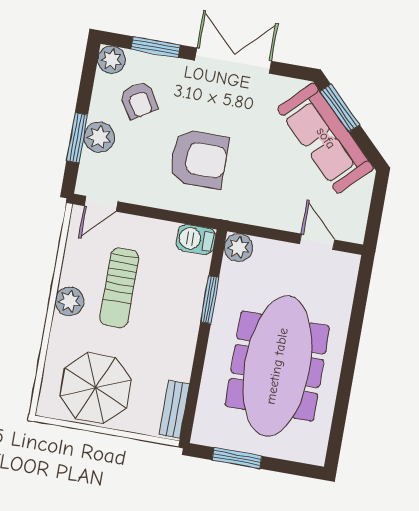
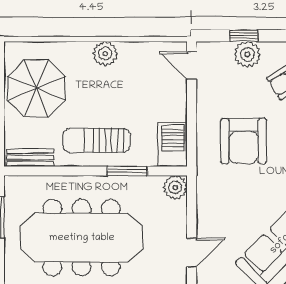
window: (77, 138) -> (244, 36), width x0.67
barbecue: (196, 239) -> (173, 144), width x1.38, depth x1.27
sun lounger: (119, 288) -> (96, 140), moved

